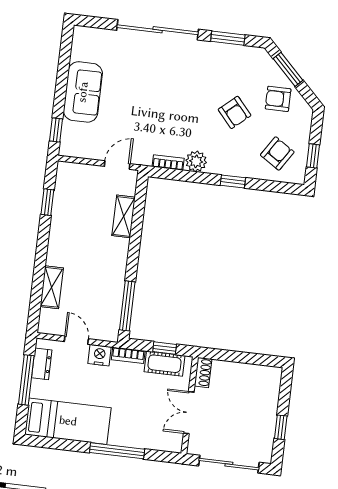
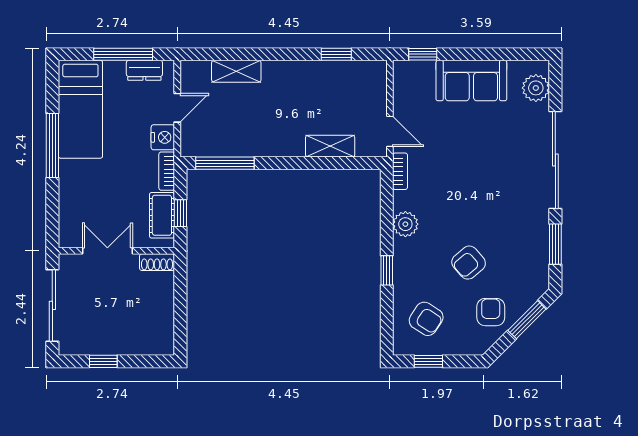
plant: (95, 39) -> (536, 88), added
bookcase: (168, 163) -> (400, 171), moved
window: (117, 451) -> (52, 145), moved

